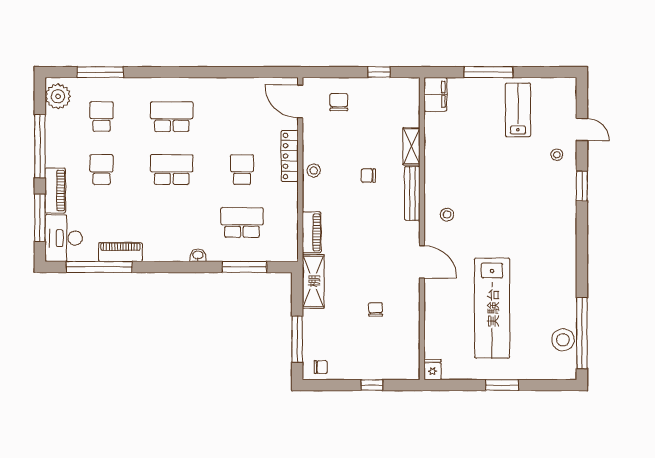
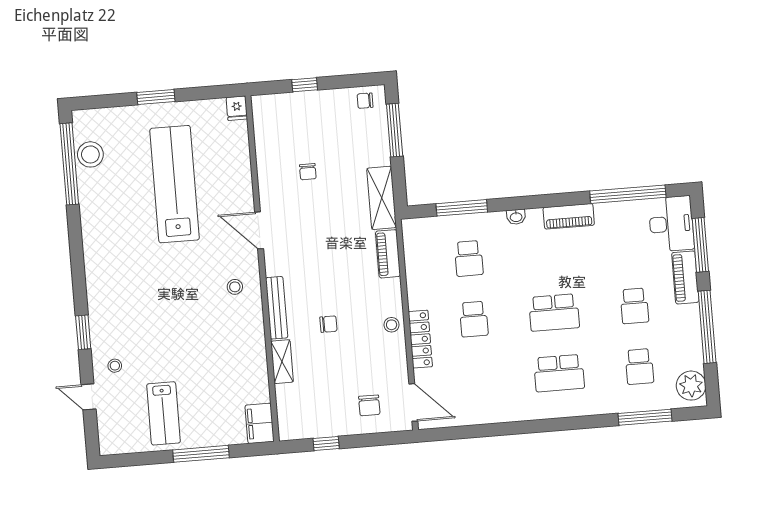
school desk: (242, 223) -> (469, 258), width x0.54
piano: (120, 252) -> (569, 216), moved

